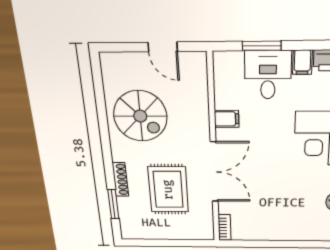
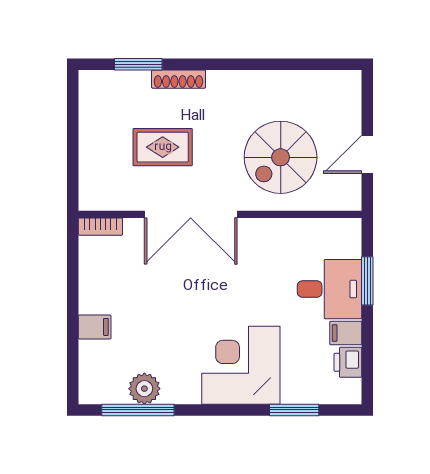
spiral stairs: (140, 116) -> (281, 157), moved
filing cabinet: (227, 119) -> (95, 327), moved, turned -90
rug: (168, 190) -> (163, 147), width x0.73, depth x0.70

